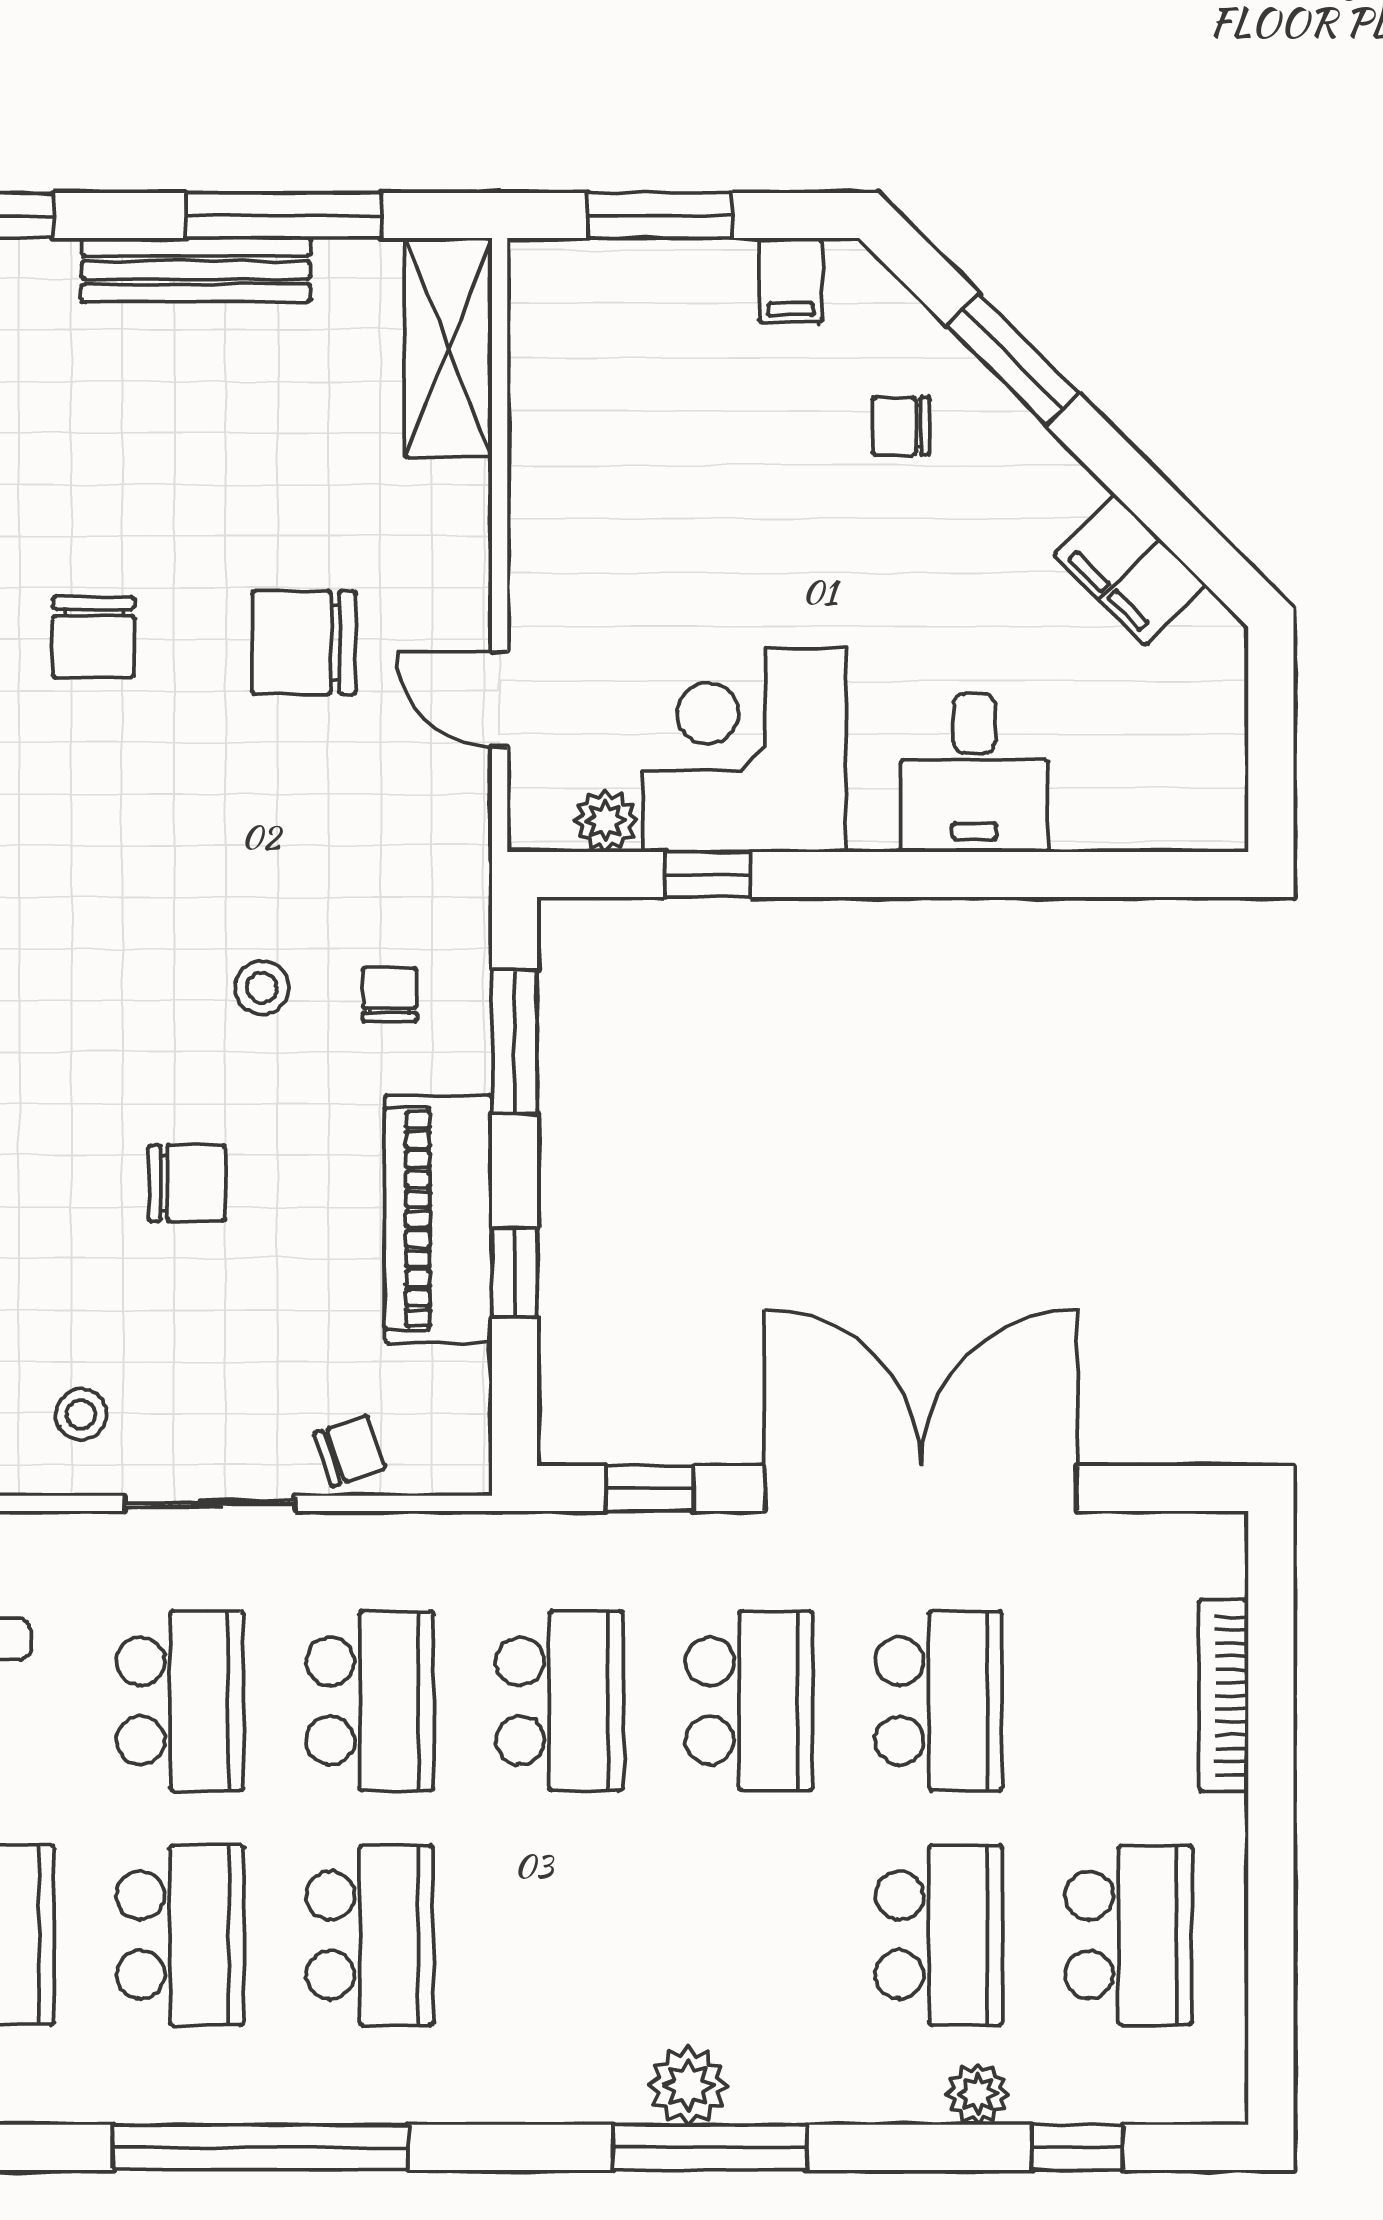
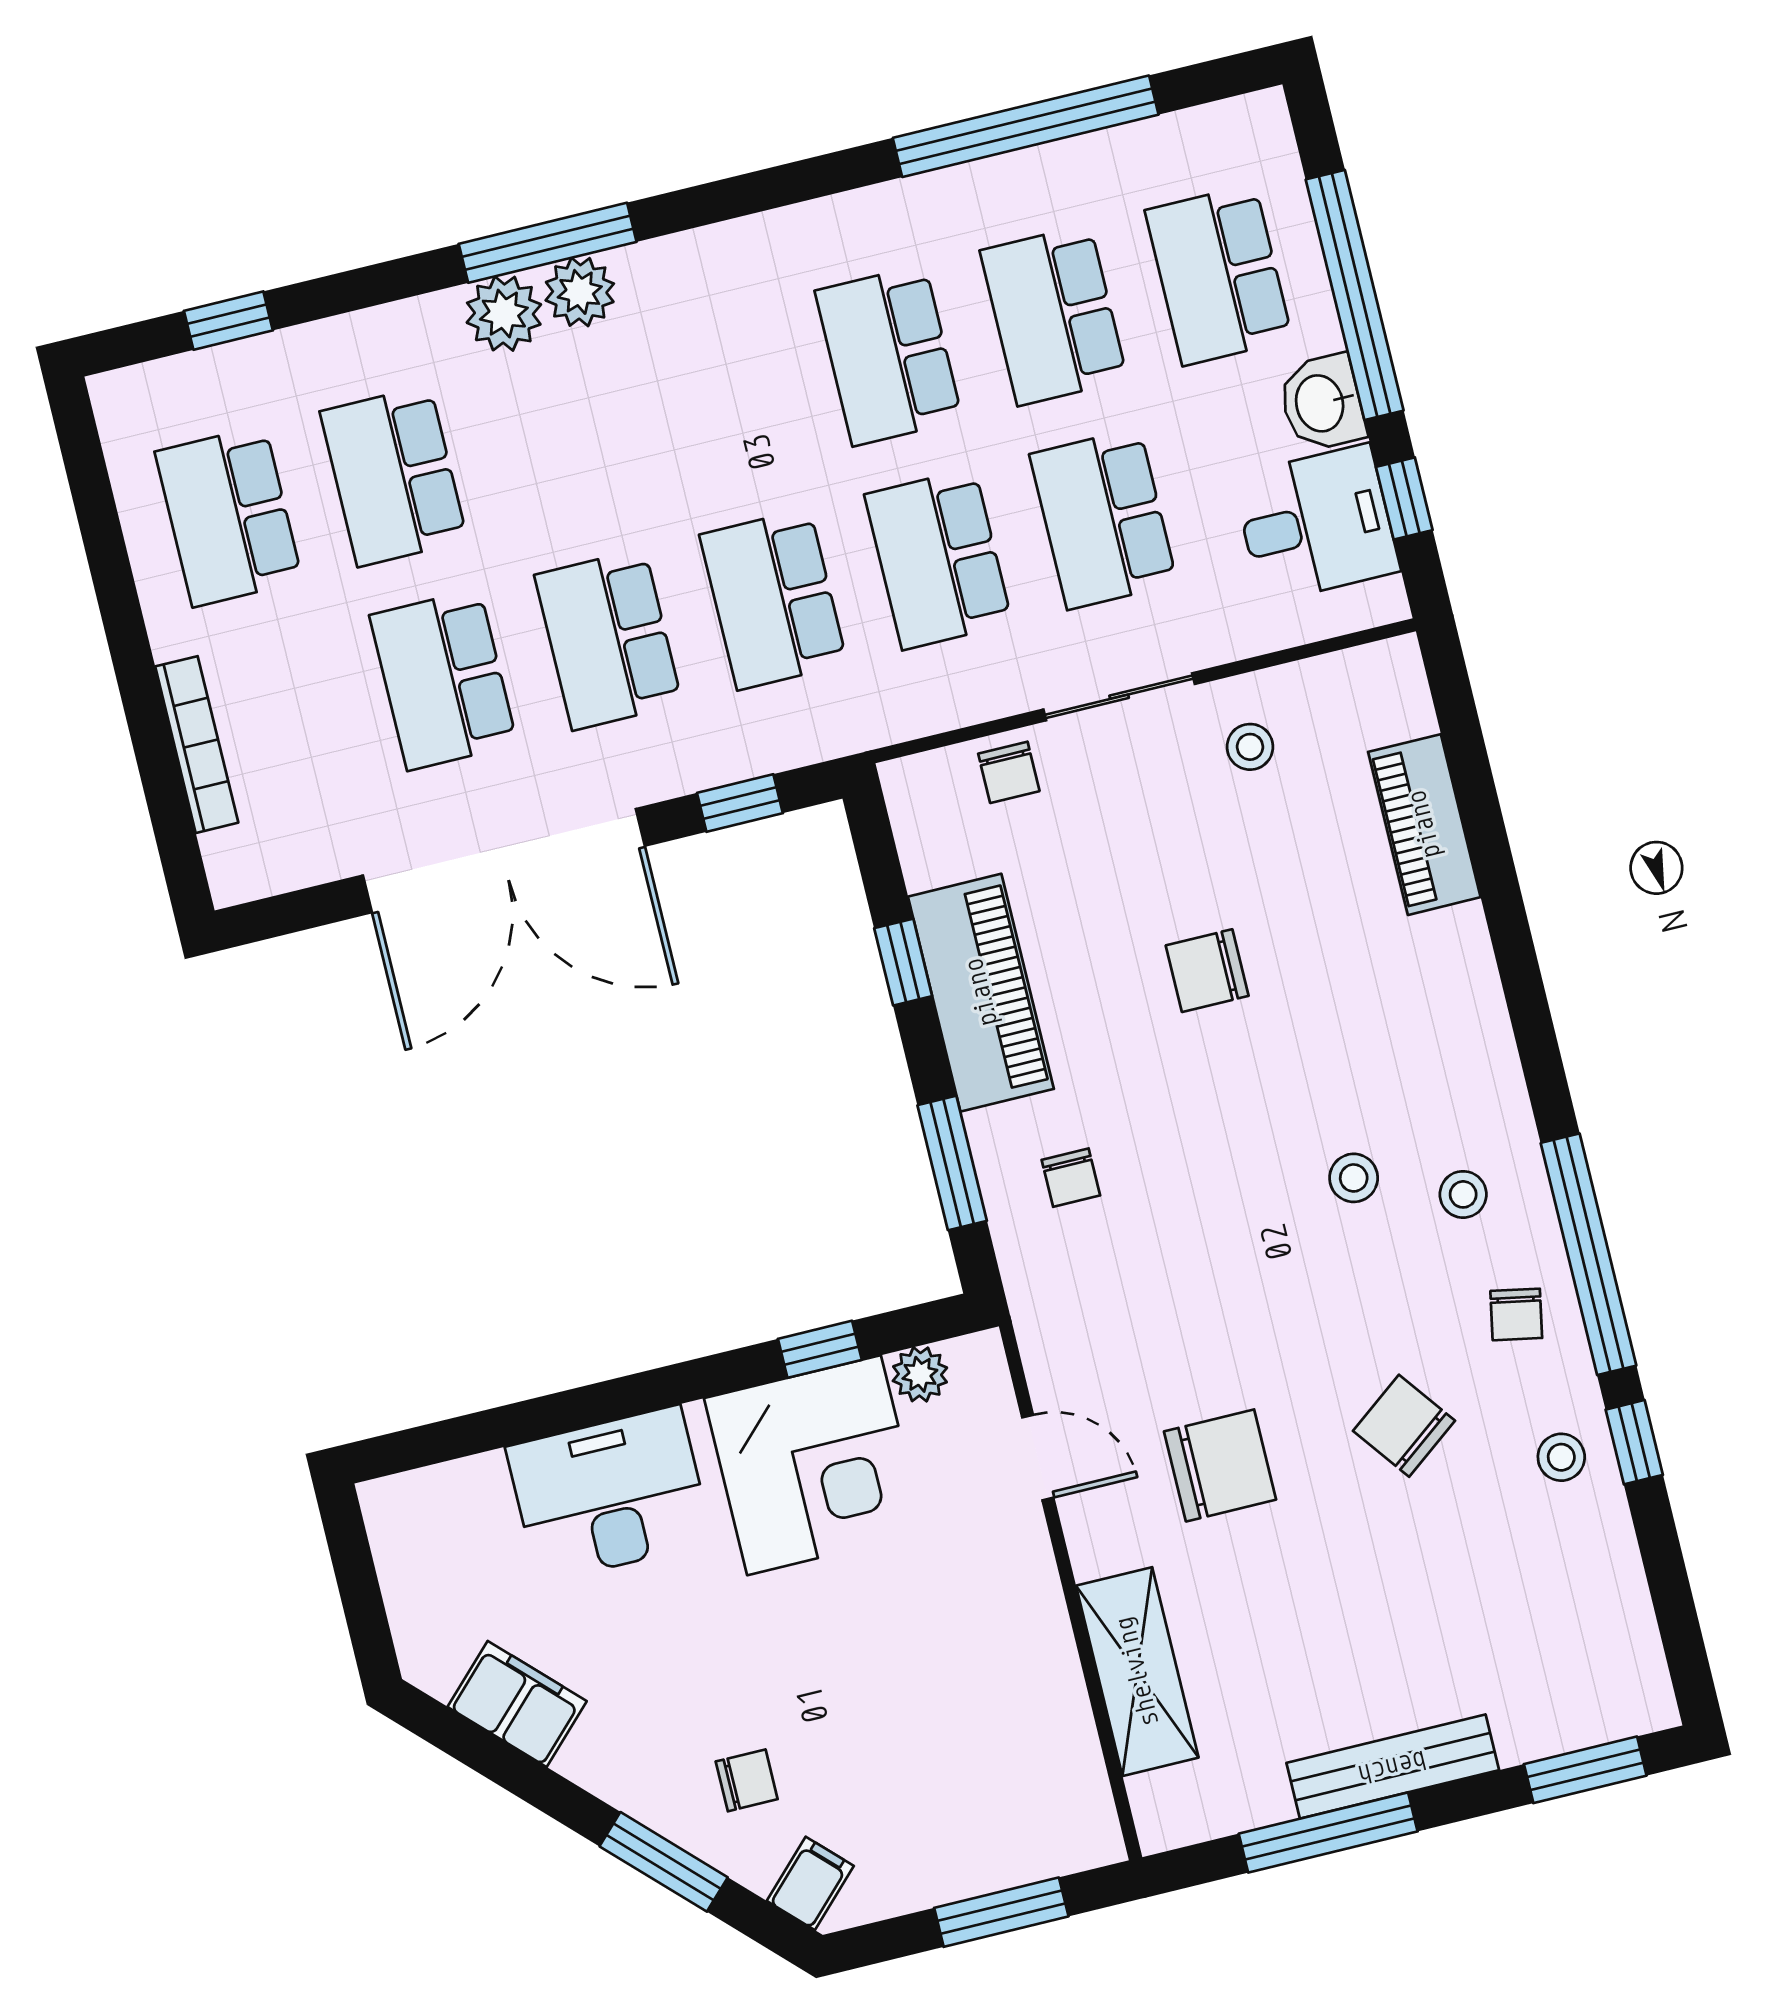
filing cabinet: (791, 280) -> (810, 1883), moved, turned 45
shelving: (448, 348) -> (1137, 1672), moved
chair: (94, 637) -> (1404, 1426), turned -37
desk: (974, 773) -> (609, 1494), width x1.37
stool: (262, 988) -> (1354, 1178), moved
chair: (350, 1451) -> (1009, 772), turned -71
plant: (978, 2094) -> (504, 314), moved, width x1.38, depth x1.38
window: (260, 2147) -> (1026, 126), moved

